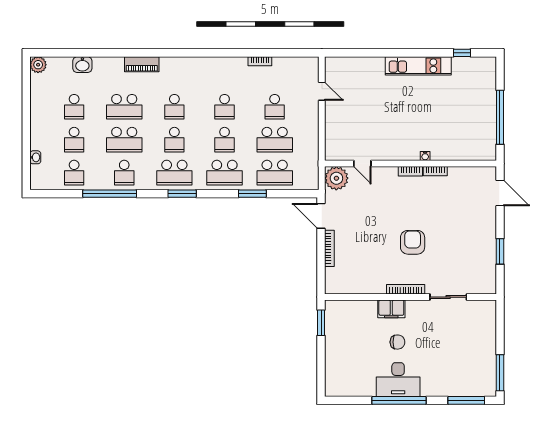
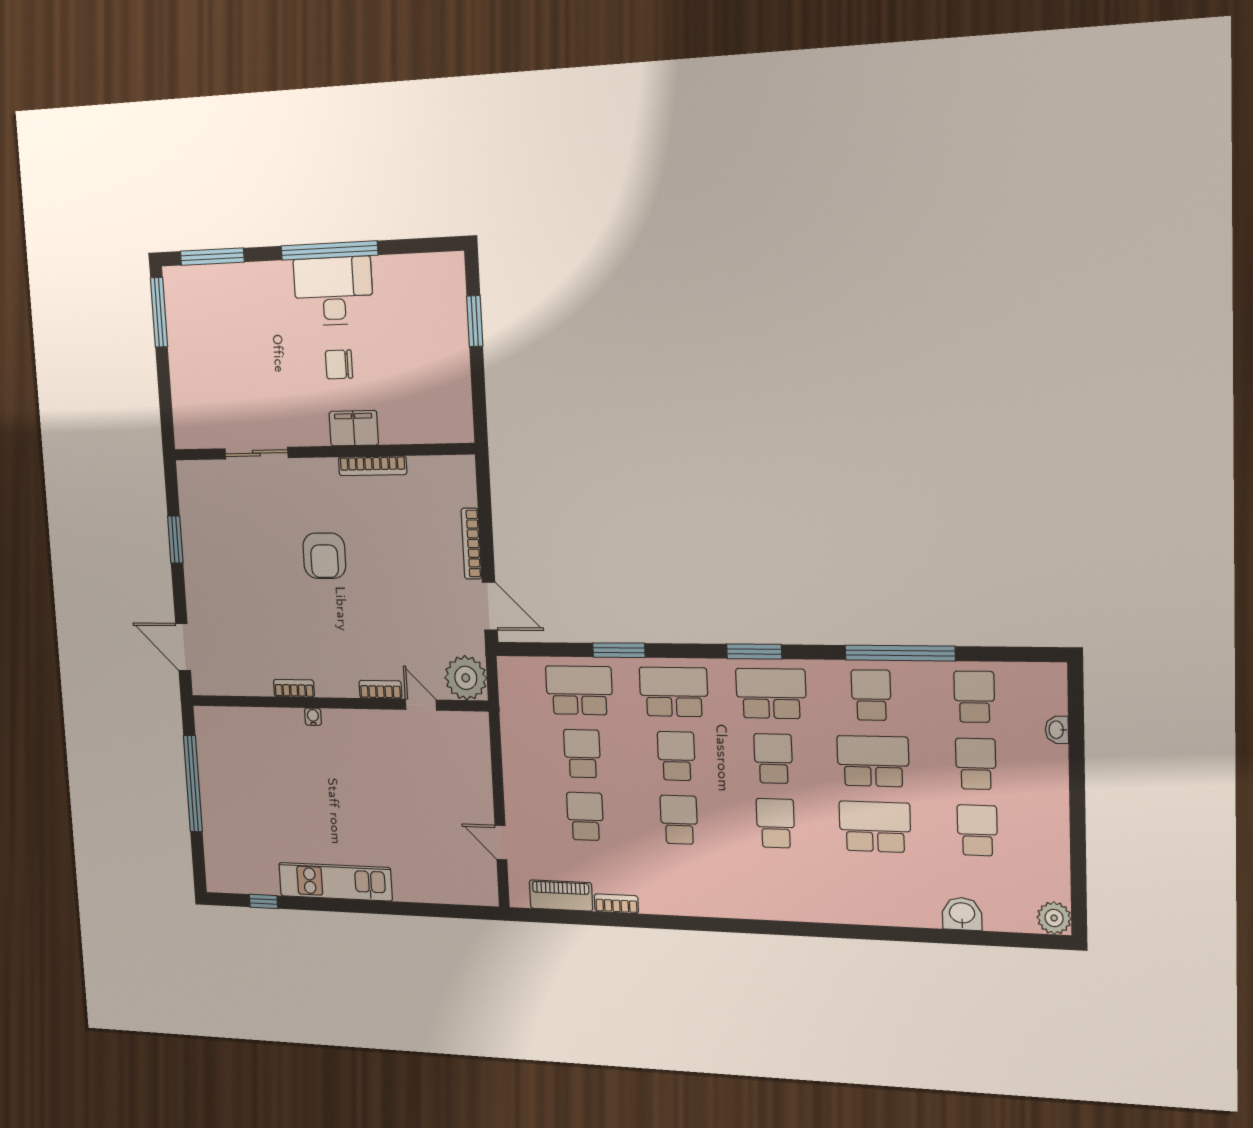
piano: (142, 64) -> (561, 896), moved
school desk: (275, 140) -> (582, 754), width x0.54
bookcase: (410, 171) -> (380, 690), moved
bookcase: (406, 289) -> (373, 466), moved
window: (321, 323) -> (475, 321), moved

